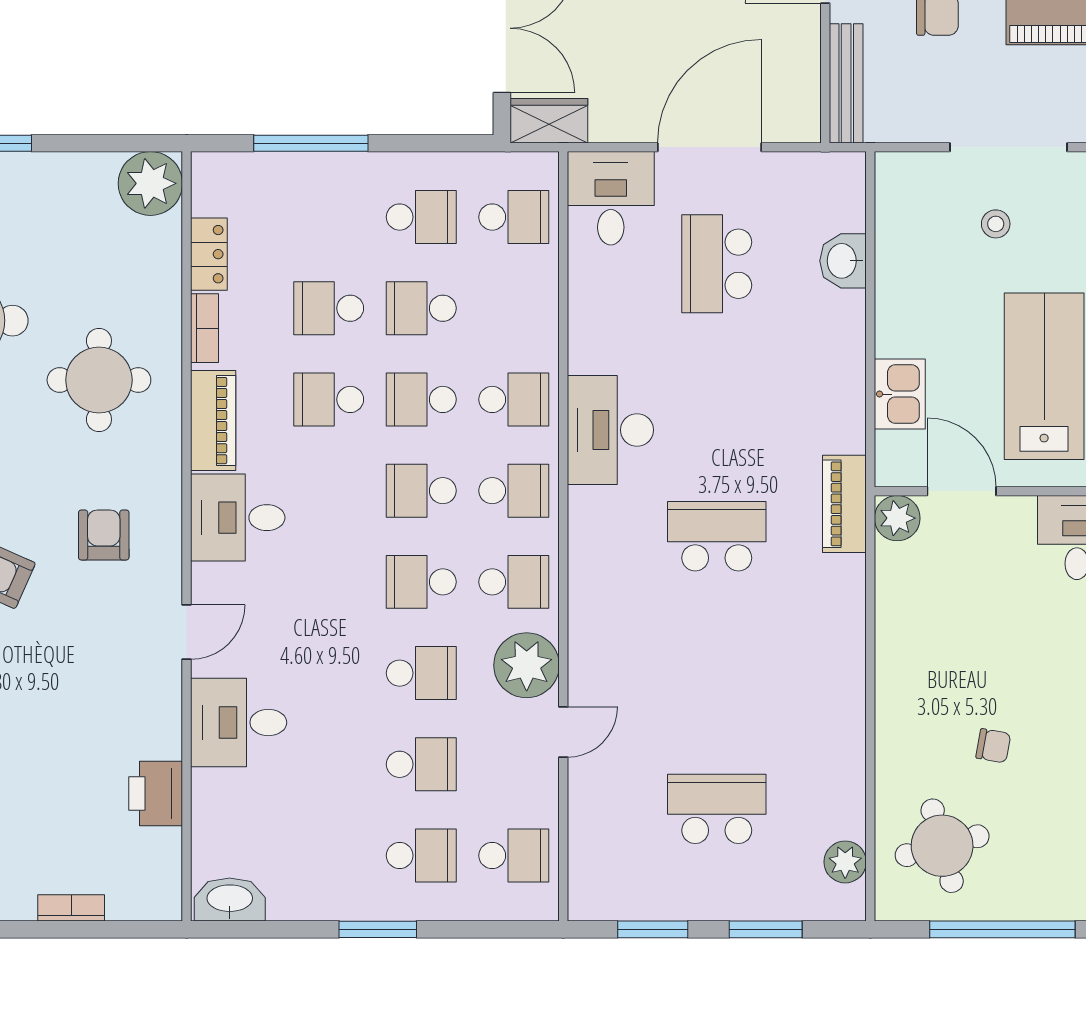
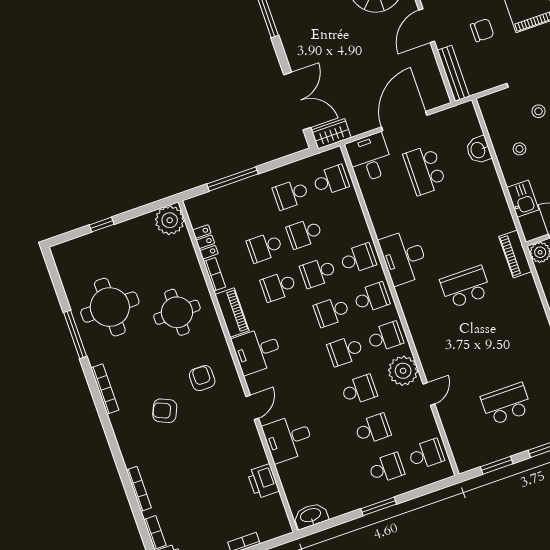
school desk: (421, 217) -> (291, 194), turned 180
stool: (929, 288) -> (519, 149), added

